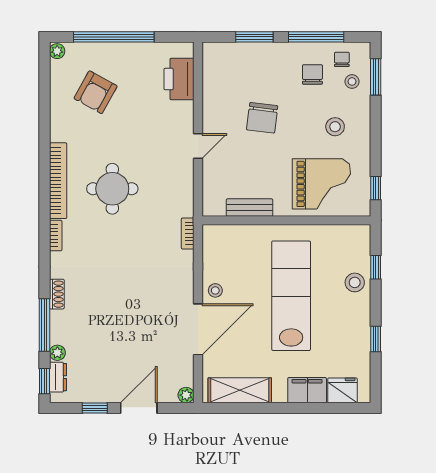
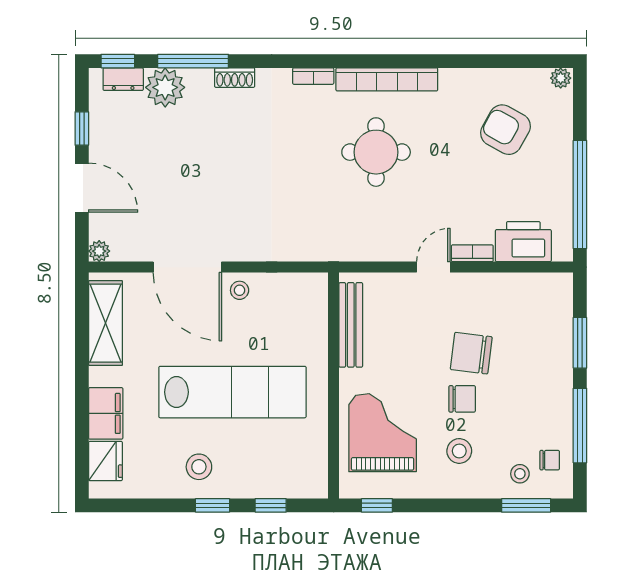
window: (114, 37) -> (580, 194), moved
chair: (312, 74) -> (462, 399), moved
door: (198, 146) -> (433, 267), swing flipped
grand piano: (321, 184) -> (383, 433), turned 180
bench: (249, 208) -> (351, 325), width x1.36
bookcase: (188, 233) -> (472, 253), moved
stool: (355, 282) -> (199, 467), moved
window: (376, 339) -> (213, 505), moved
plant: (57, 353) -> (165, 87), width x1.88, depth x1.88

